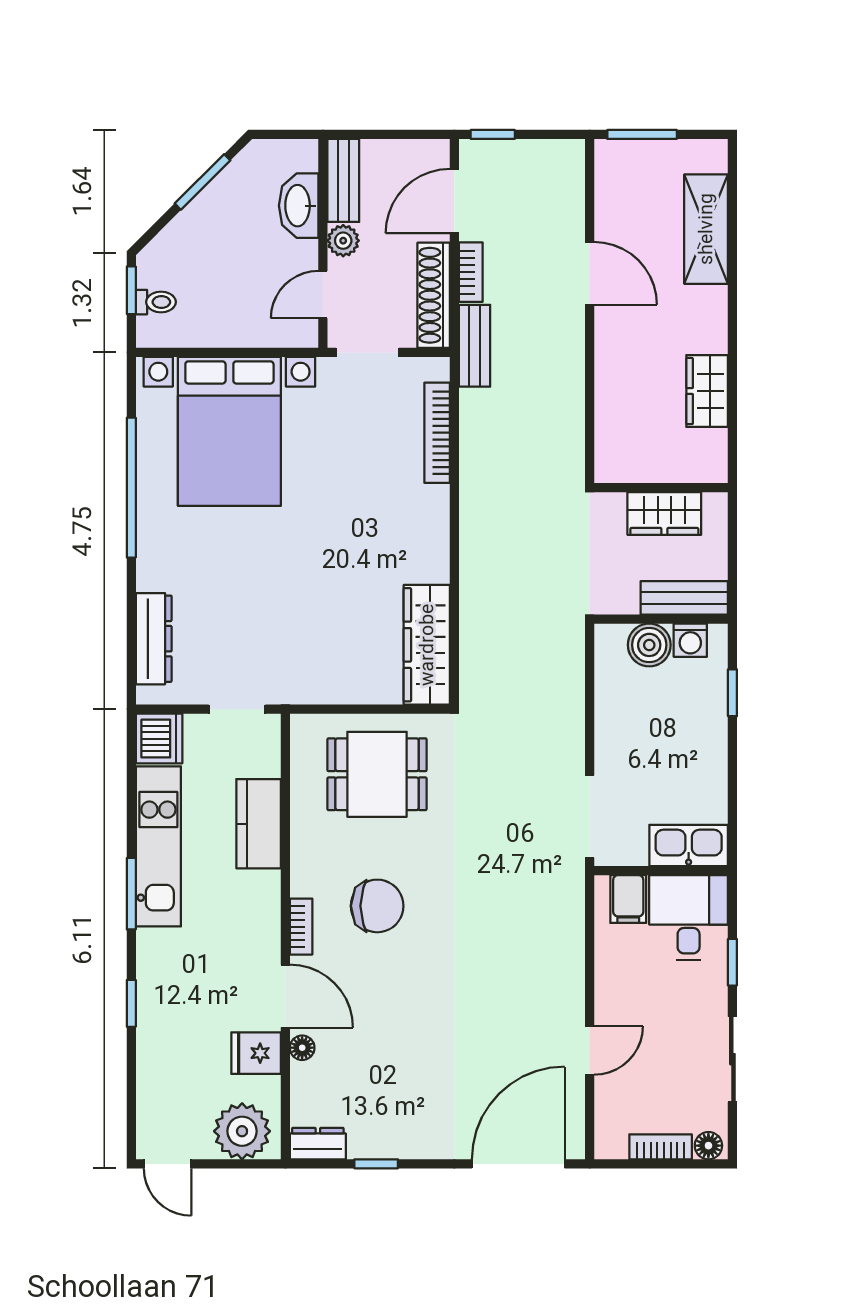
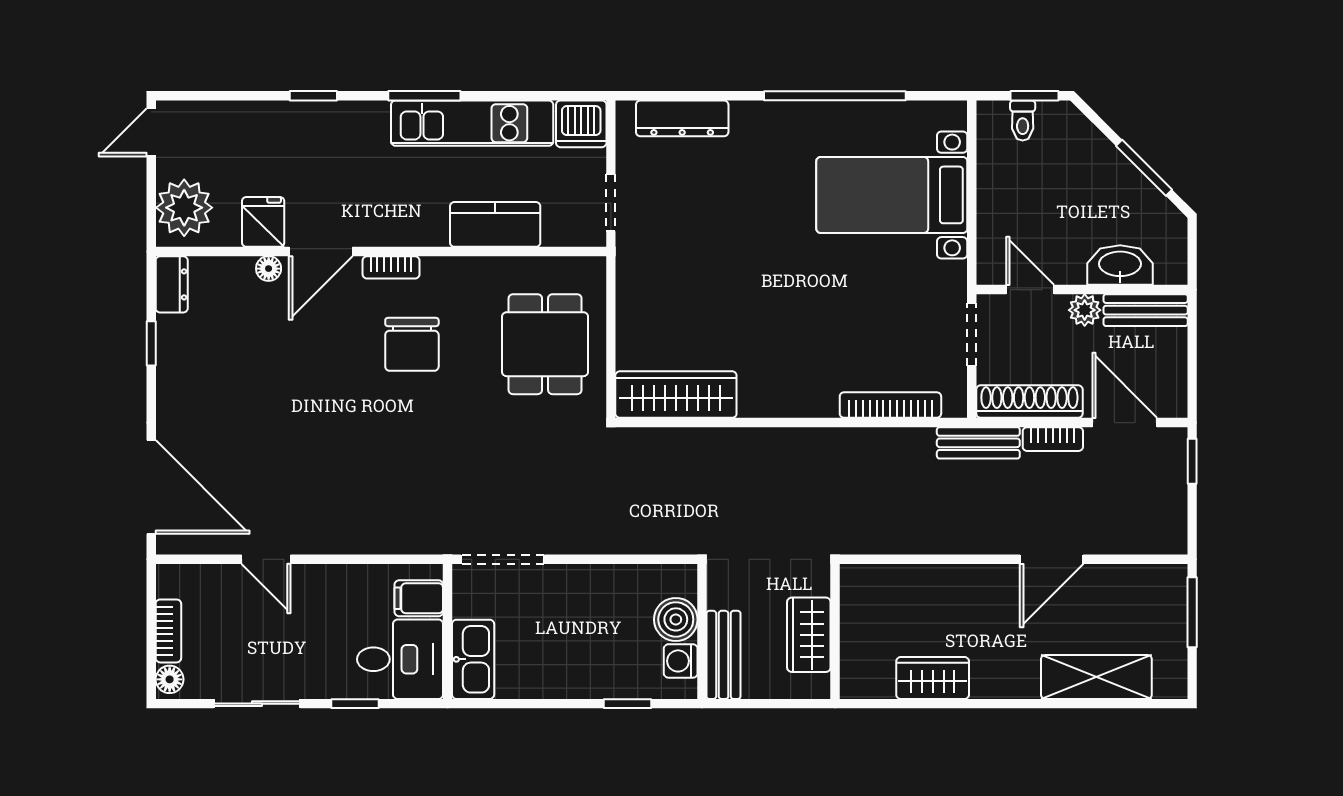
bed with nightstands: (229, 431) -> (892, 195), width x0.73

